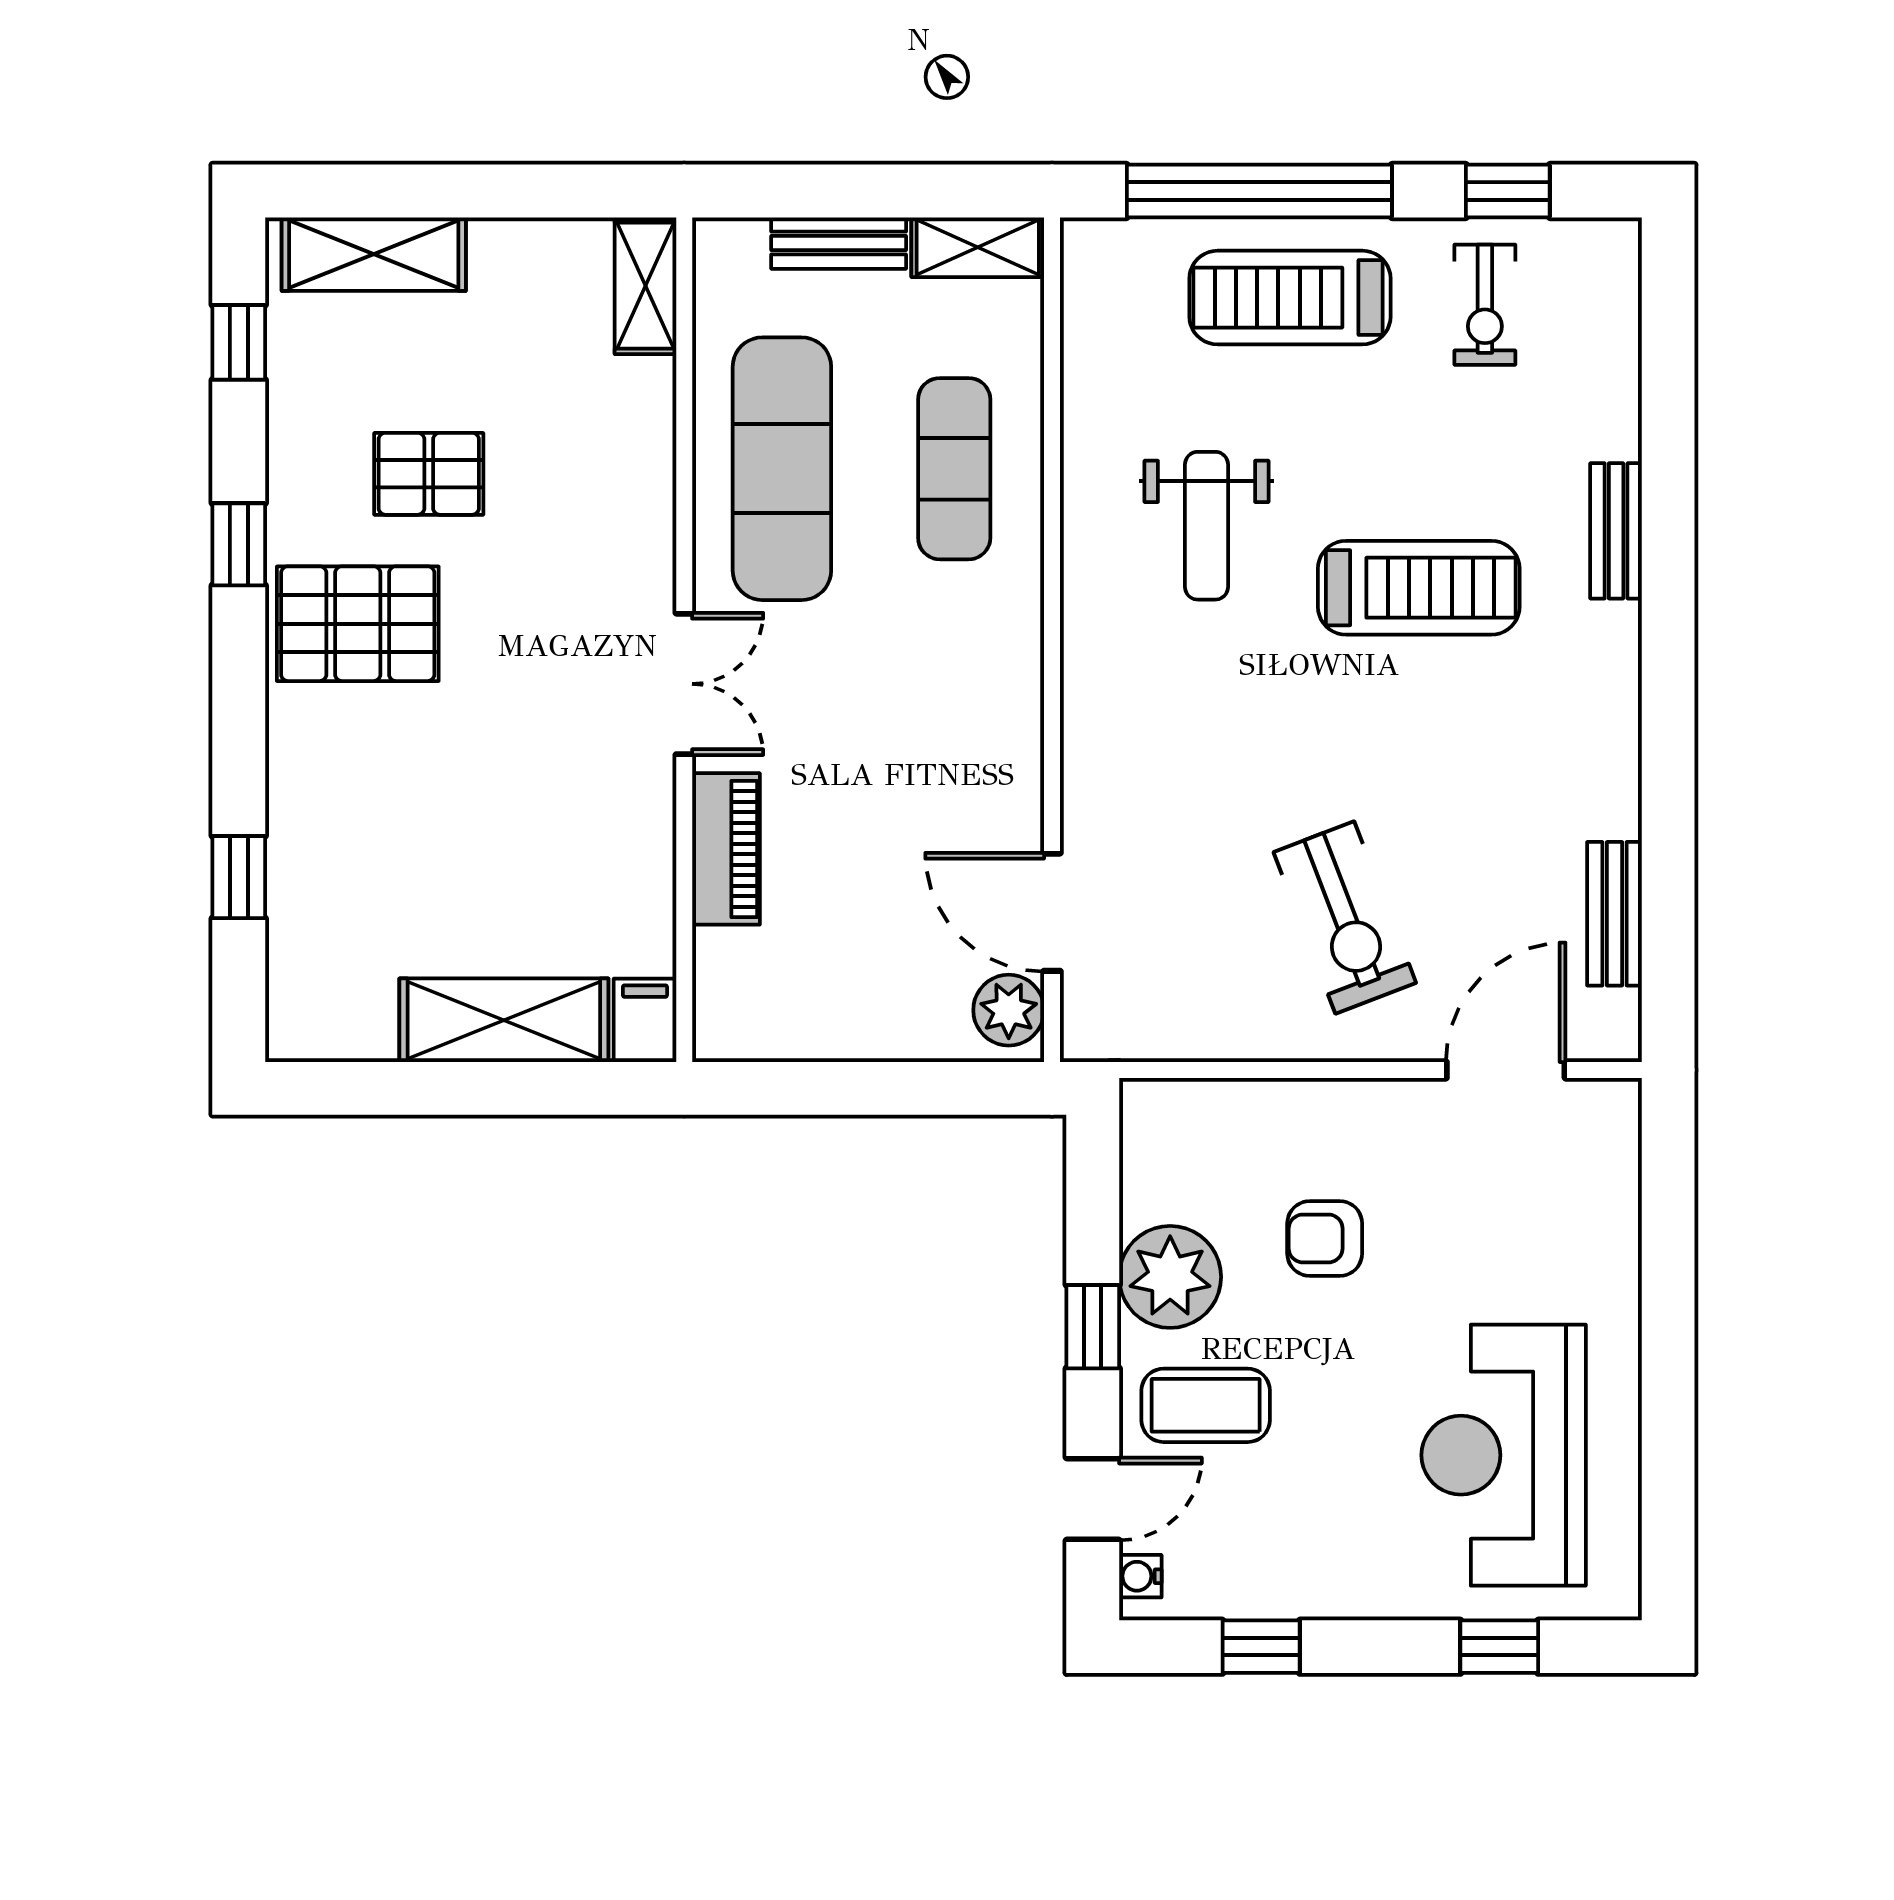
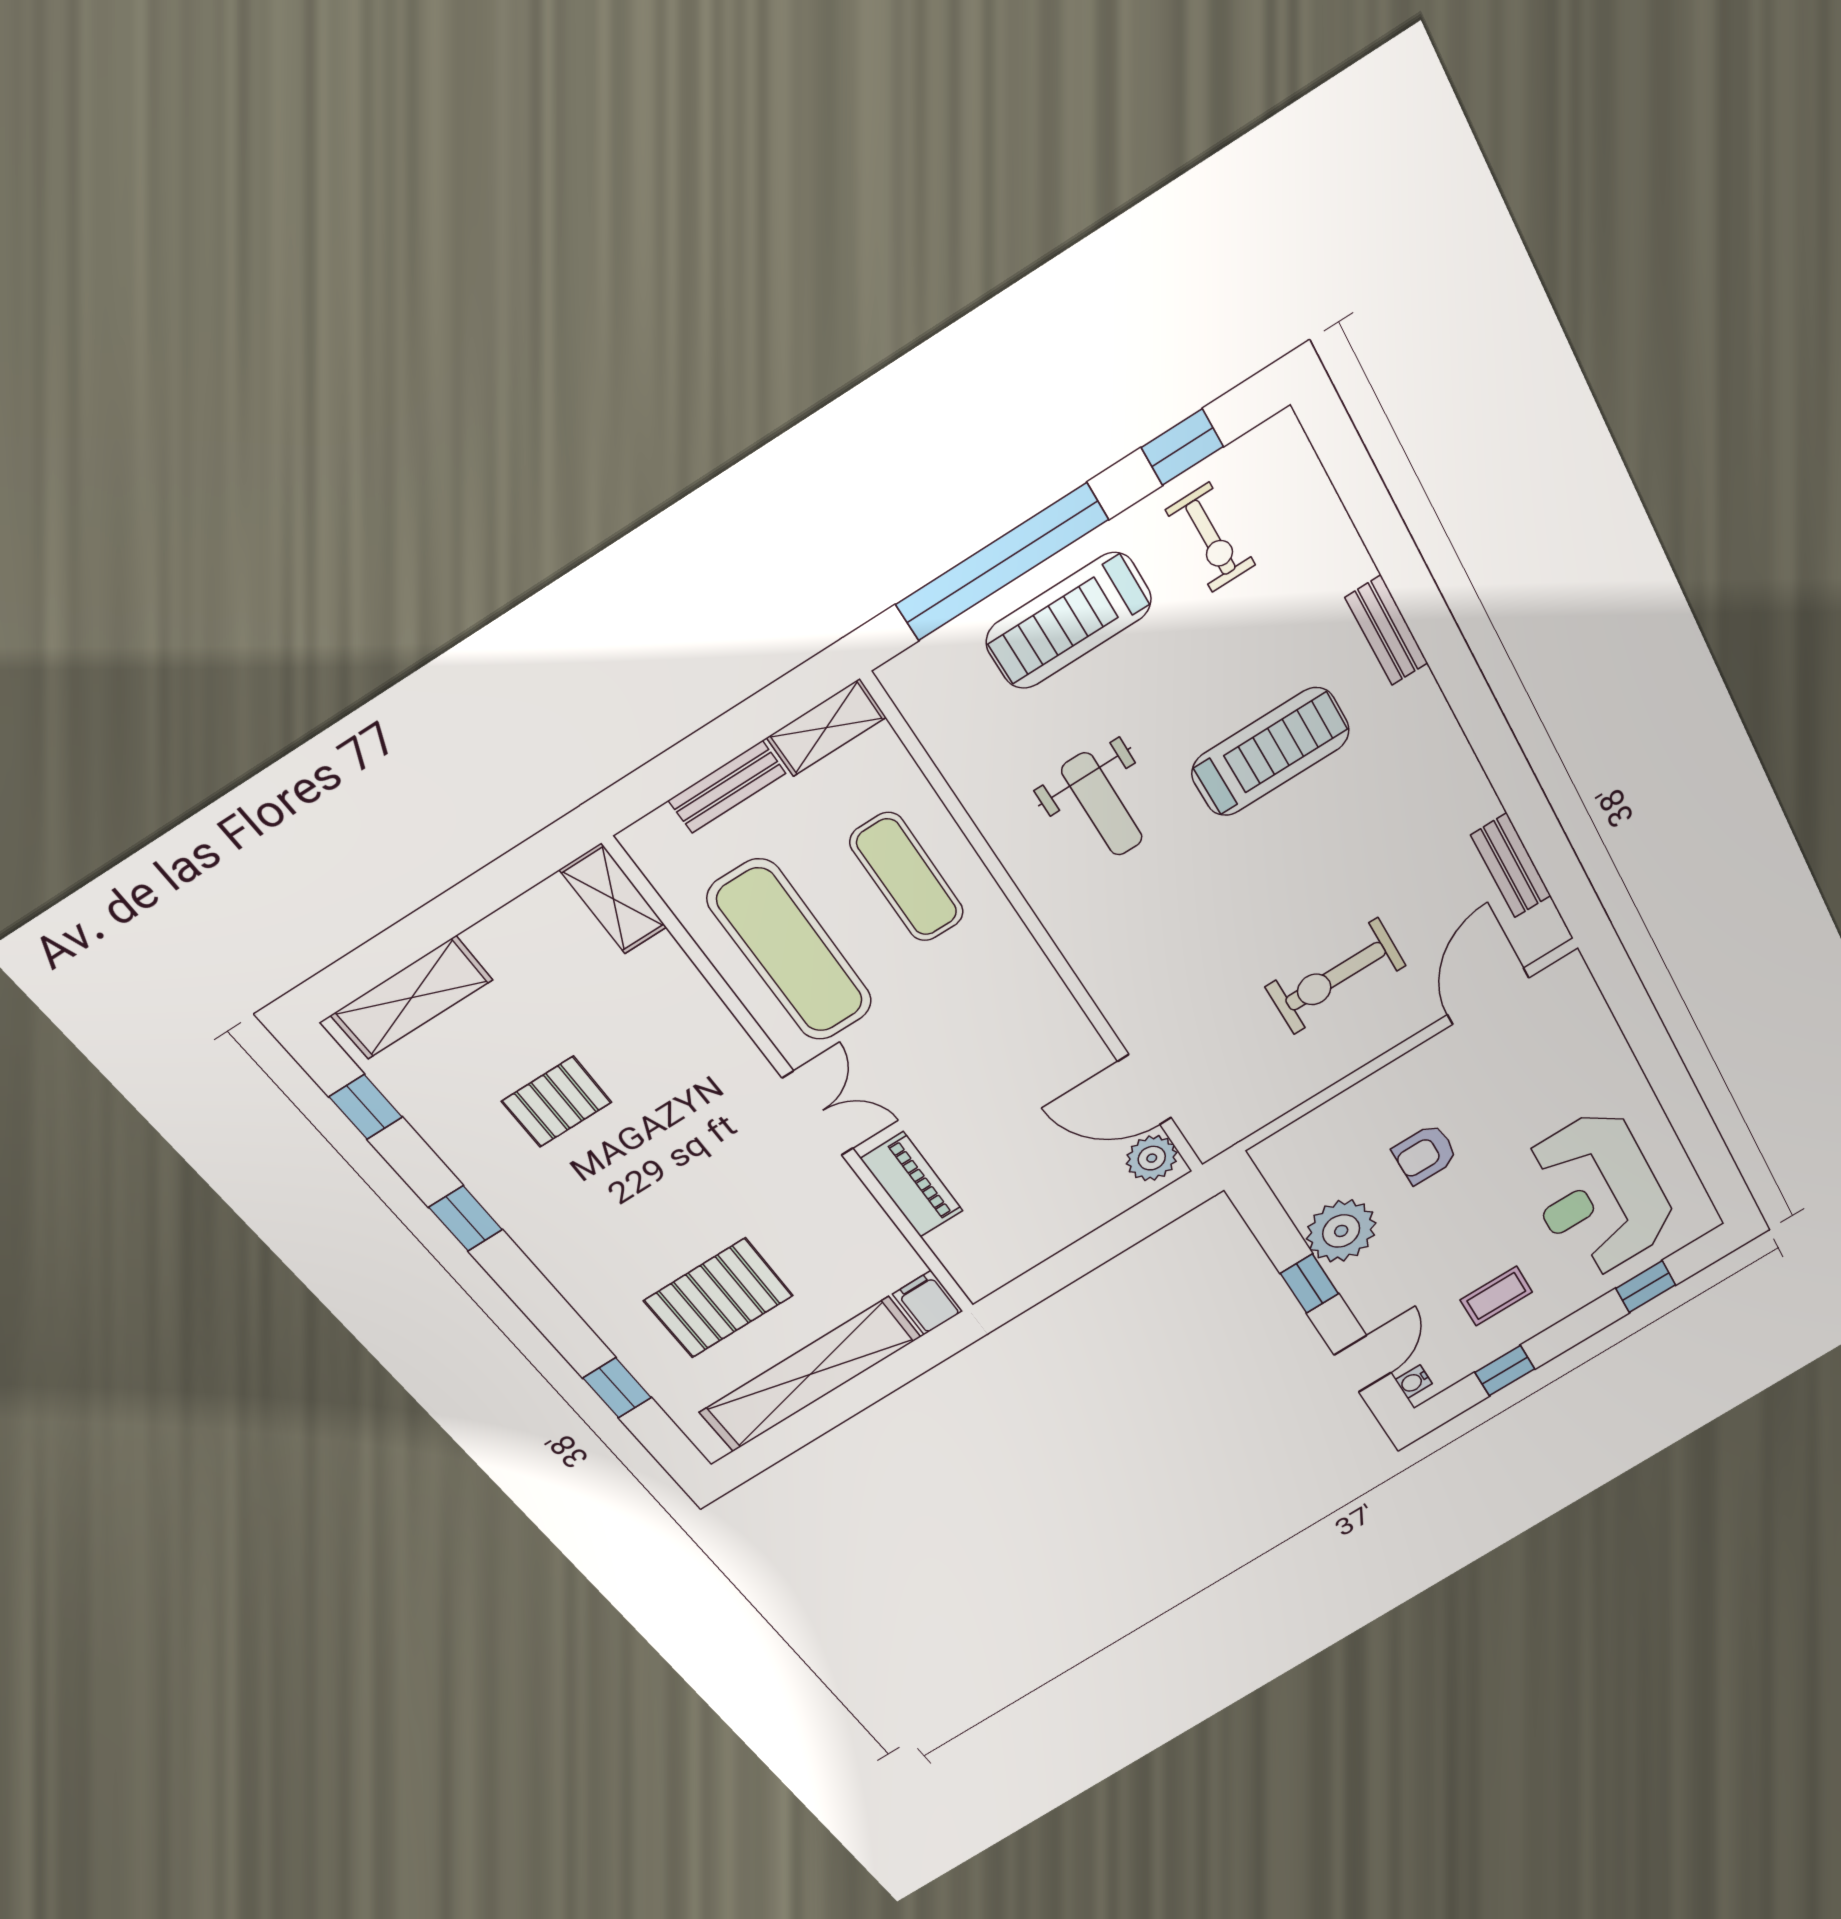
pallet: (358, 624) -> (719, 1298), moved
exercise bike: (1345, 918) -> (1336, 976), turned 111
shelving: (504, 1020) -> (810, 1375), width x1.47
coffee table: (1206, 1405) -> (1496, 1296), moved, width x0.73, depth x0.77

